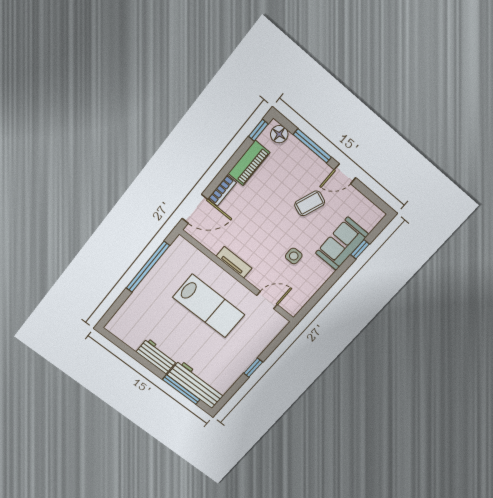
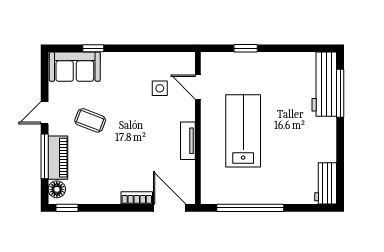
piano: (249, 163) -> (58, 158), moved, turned 90
door: (345, 174) -> (45, 113), swing flipped
sofa: (342, 244) -> (75, 67), moved
side table: (294, 256) -> (160, 88), moved
workbench: (157, 356) -> (326, 183), moved
window: (253, 368) -> (246, 48), moved

